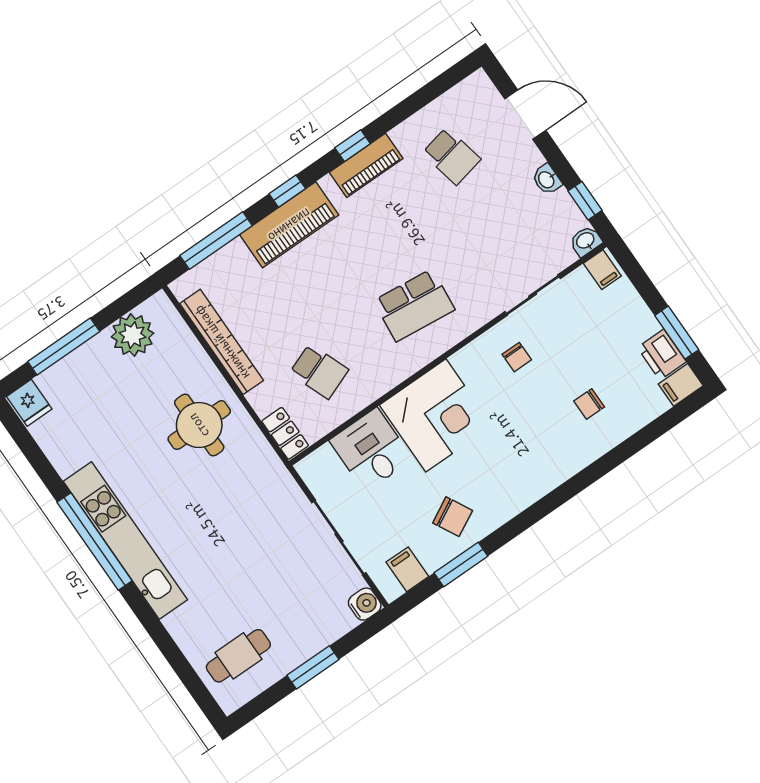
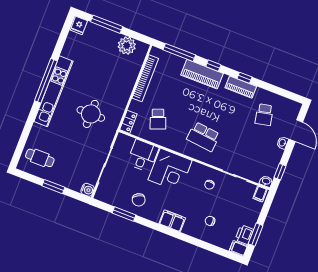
washbasin: (547, 179) -> (283, 143), moved
round table: (199, 425) -> (91, 114), moved
filing cabinet: (407, 569) -> (172, 221), moved, width x2.00

